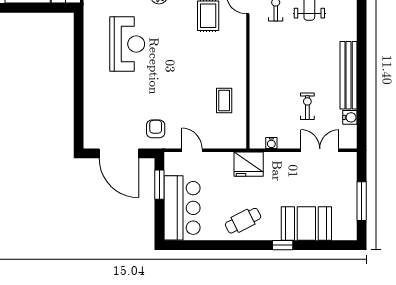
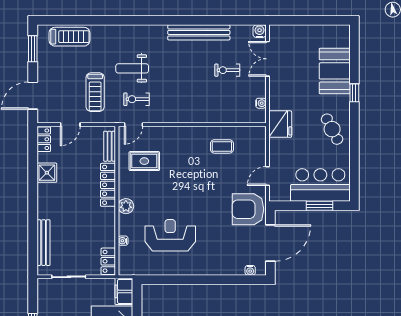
water cooler: (350, 117) -> (260, 31), moved
armchair: (156, 129) -> (248, 209), width x1.88, depth x1.88
water cooler: (89, 131) -> (250, 270), added
window: (159, 185) -> (319, 206), moved
window: (362, 201) -> (314, 20), removed

